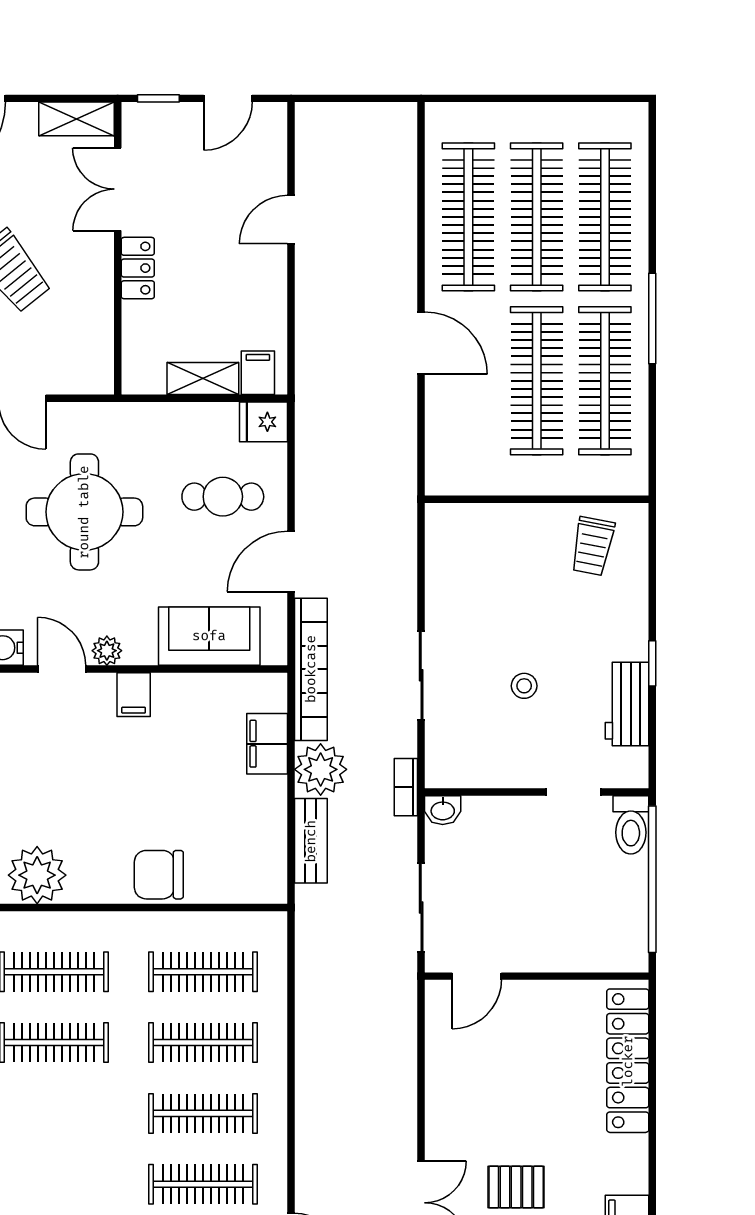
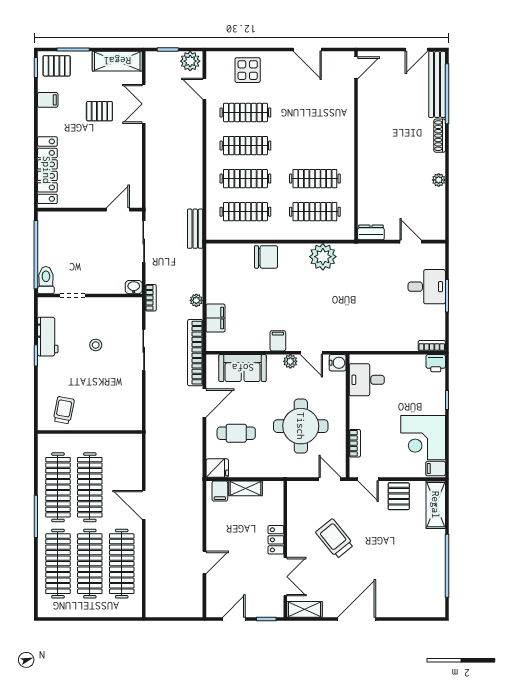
plant: (321, 769) -> (196, 300), width x0.53, depth x0.53
bench: (311, 841) -> (195, 229), moved

